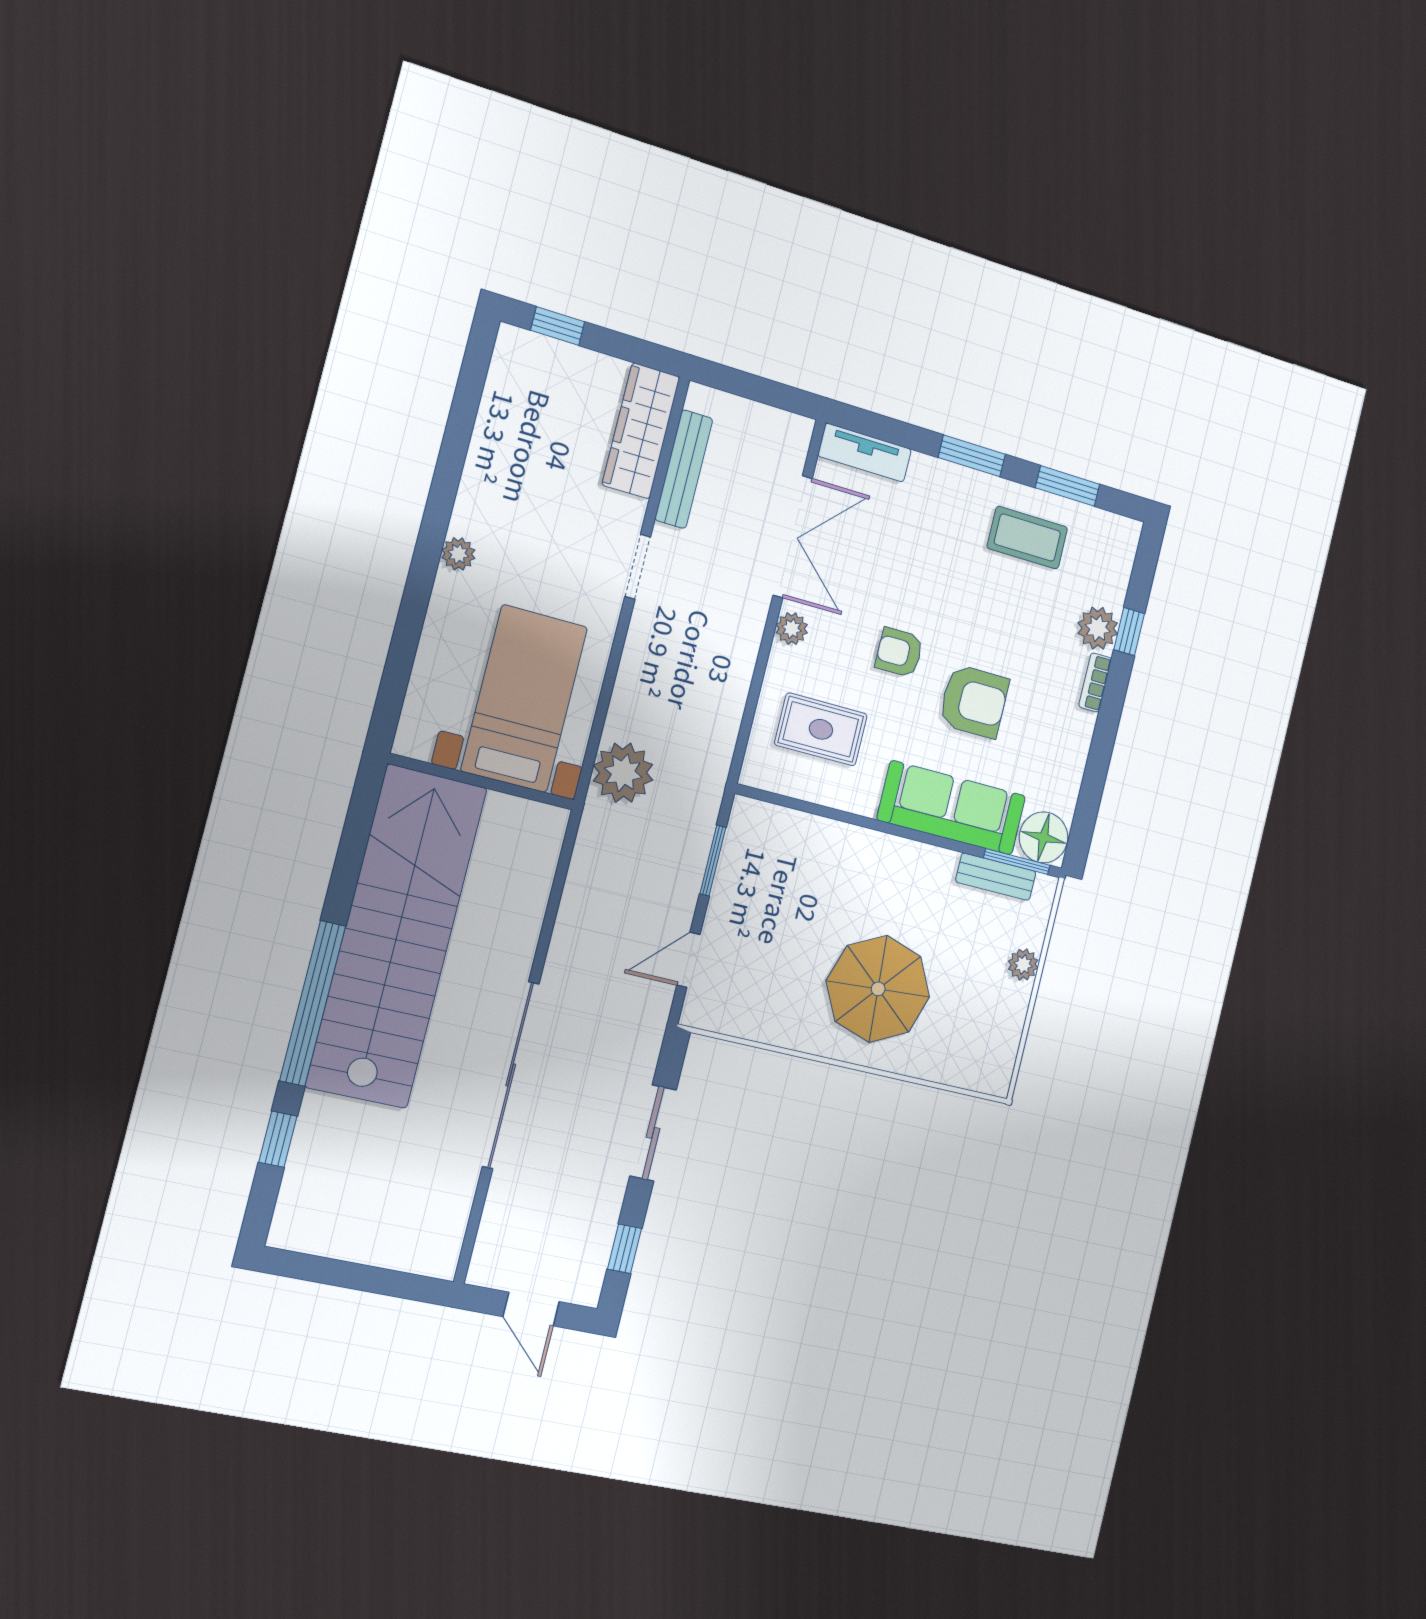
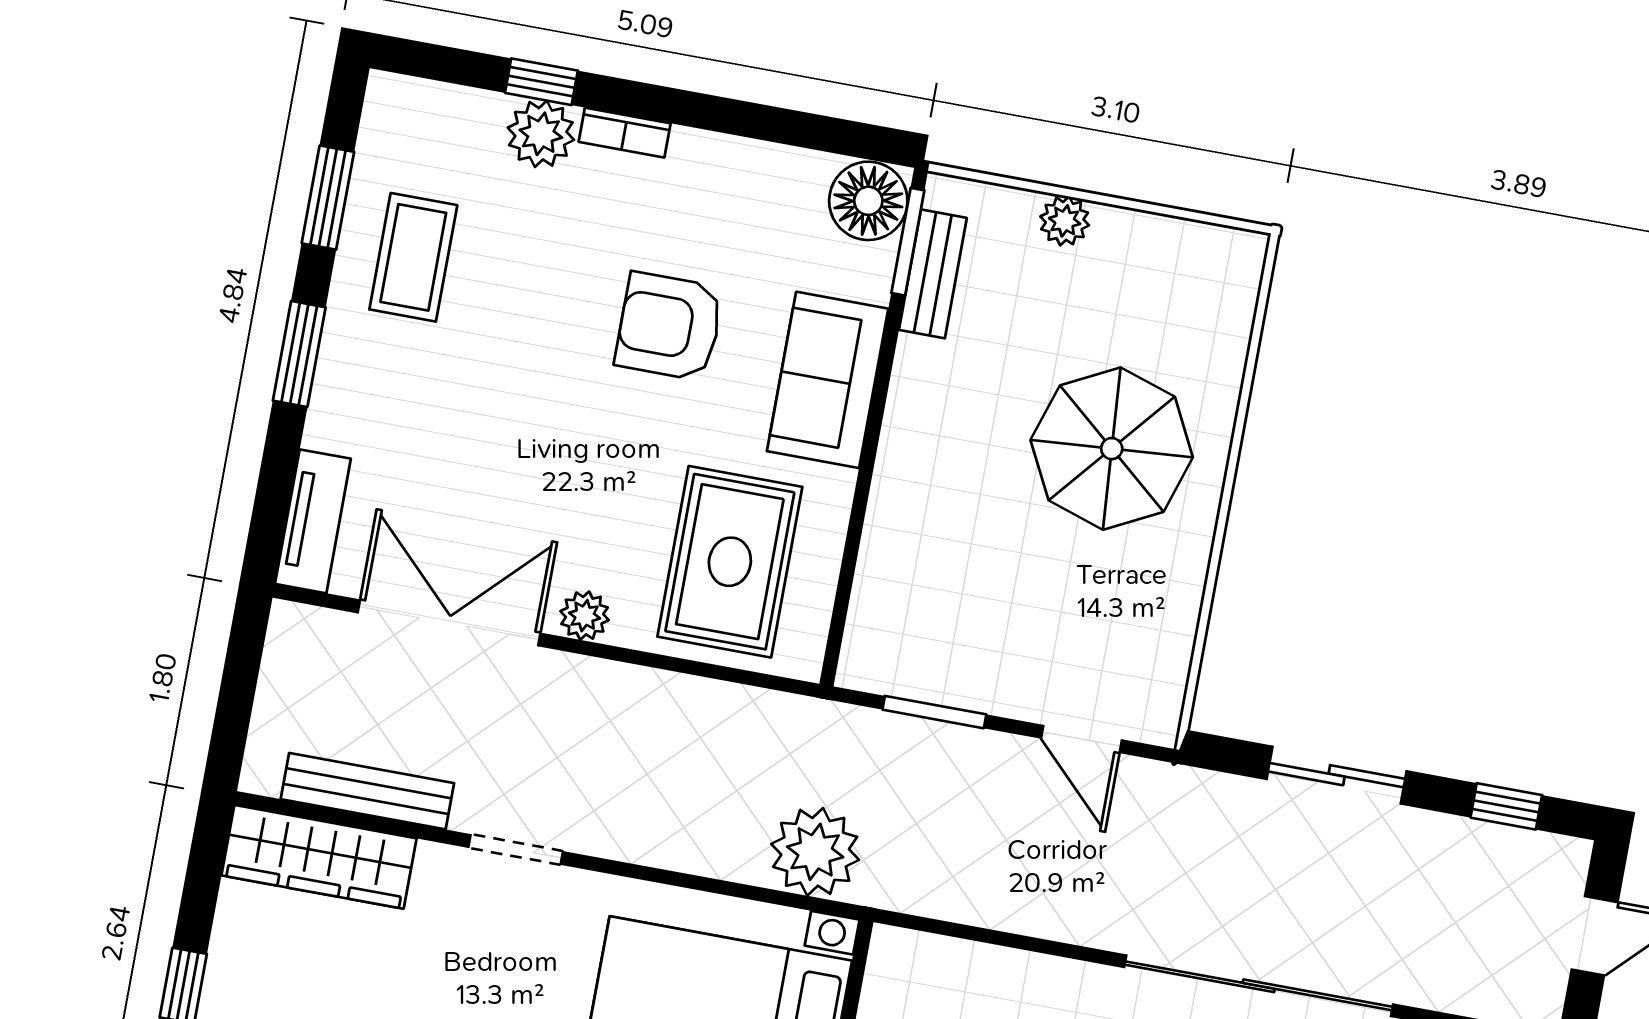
armchair: (899, 652) -> (605, 449), removed
armchair: (974, 701) -> (669, 326), turned -90
rug: (821, 729) -> (730, 562), width x1.36, depth x1.43
sofa: (952, 808) -> (828, 380), width x0.73

